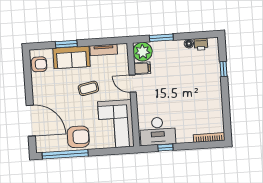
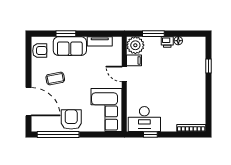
printer: (201, 44) -> (167, 42), moved
coffee table: (88, 88) -> (55, 78), moved
armchair: (78, 137) -> (71, 119), turned -91

